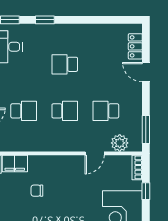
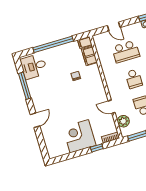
school desk: (24, 111) -> (126, 52), width x1.85

